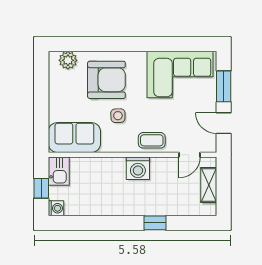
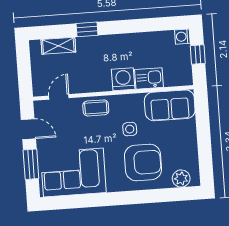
armchair: (106, 80) -> (143, 162), turned 180
washing machine: (138, 168) -> (123, 79), moved
kitchen sink: (59, 171) -> (149, 78), moved, turned 90
shelving: (209, 185) -> (58, 46), moved, turned 90

